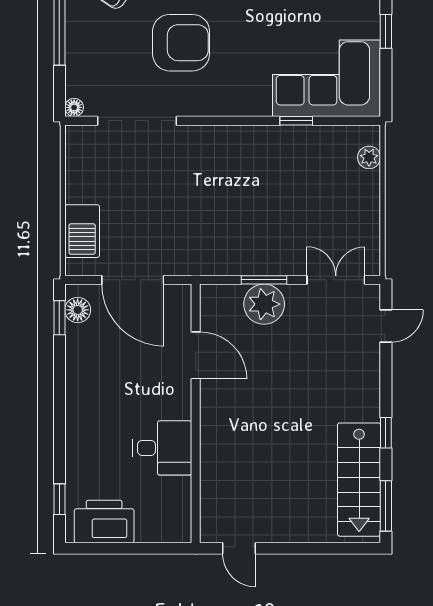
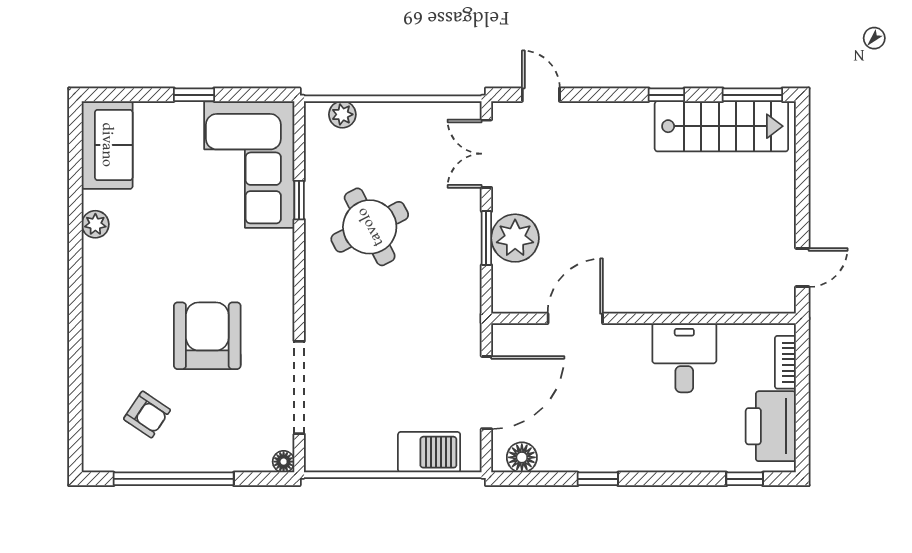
round table: (274, 181) -> (370, 227), added
window: (59, 318) -> (598, 479), moved
bookcase: (158, 534) -> (785, 362), added

